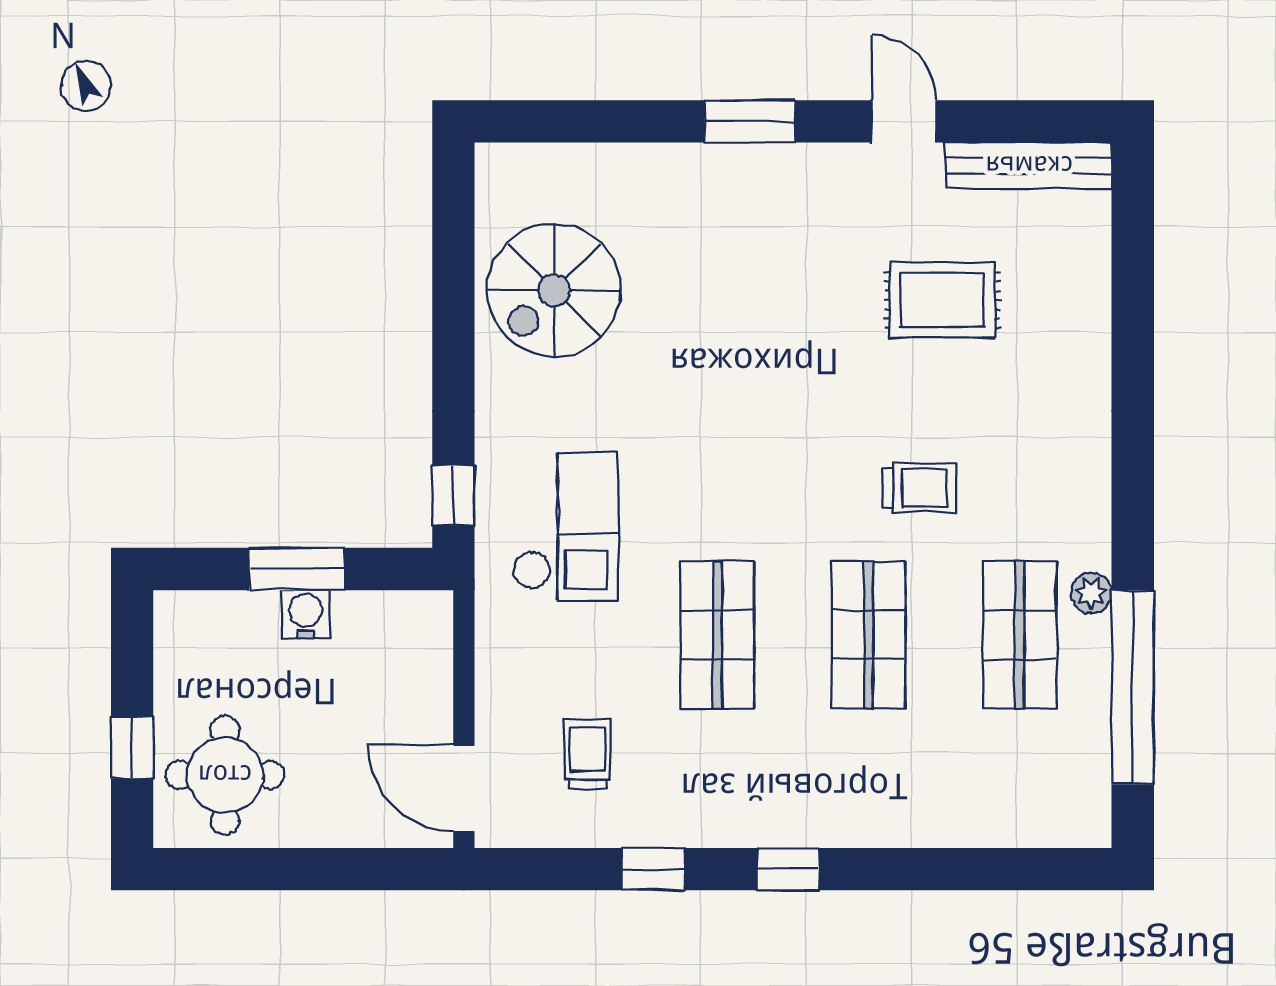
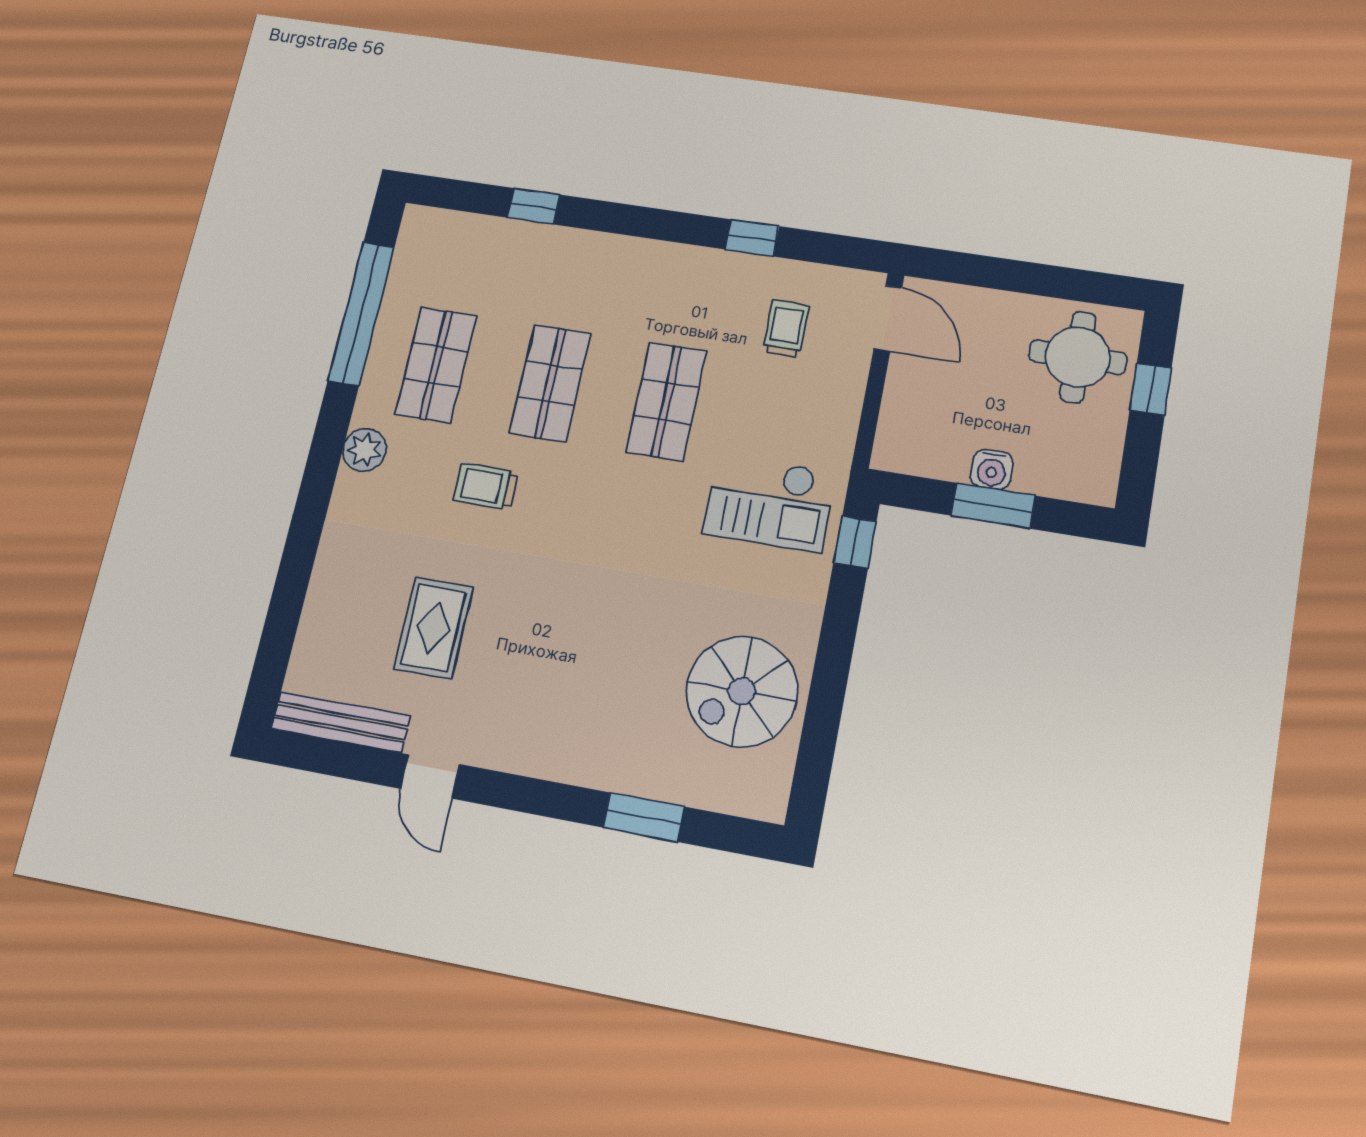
window: (750, 121) -> (644, 817), moved
spiral stairs: (554, 290) -> (742, 691), turned 180
rug: (943, 300) -> (433, 628), turned 90
checkout: (566, 527) -> (769, 503), turned -90
plant: (1091, 593) -> (365, 450), moved, width x1.38, depth x1.38
trolley: (587, 754) -> (786, 329), turned 180
window: (788, 869) -> (534, 206), moved

